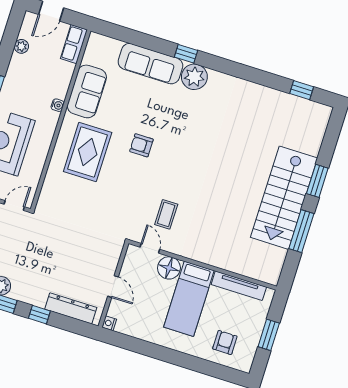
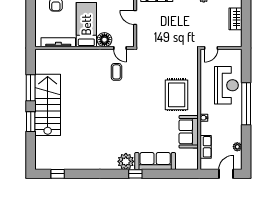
row of seats: (74, 44) -> (206, 147), moved
armchair: (141, 145) -> (145, 109), removed
window: (269, 335) -> (31, 18), removed

